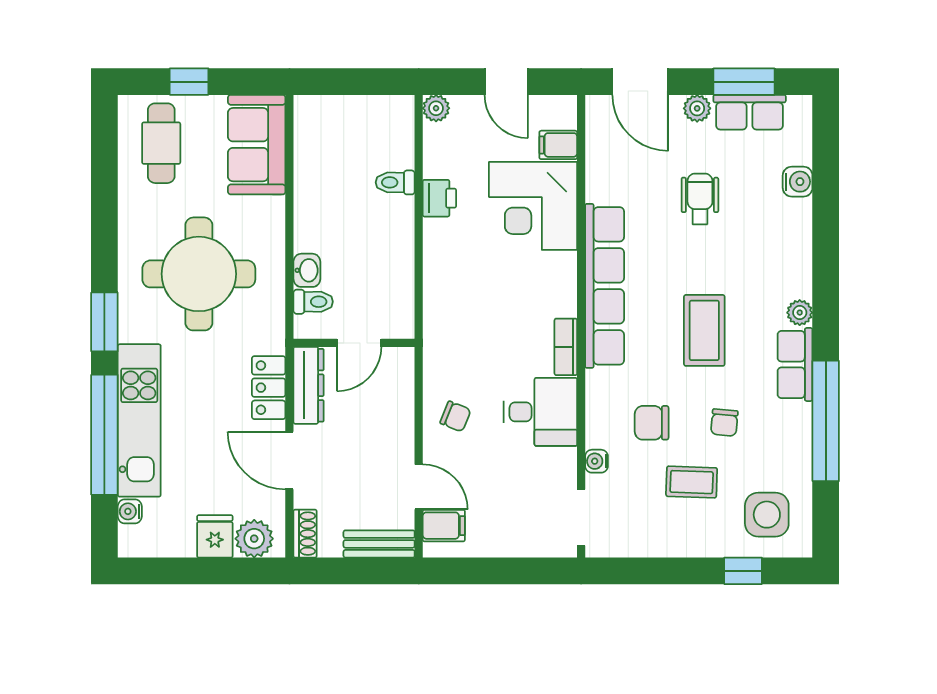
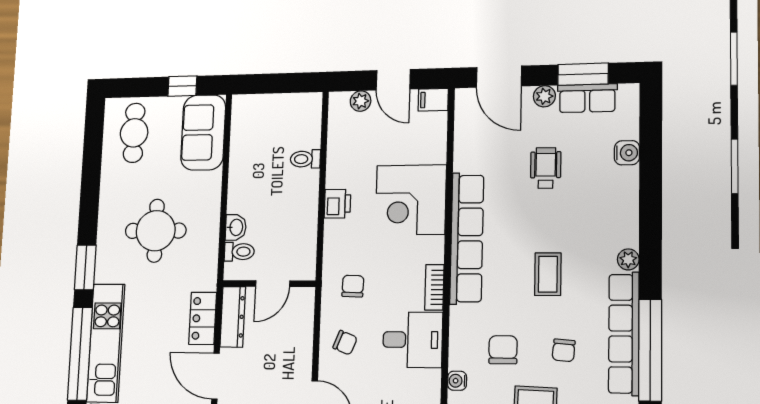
window: (189, 82) -> (182, 86), moved
plant: (436, 108) -> (361, 101), moved
filing cabinet: (558, 145) -> (433, 100), moved
printer: (439, 198) -> (337, 204), moved
corner desk: (533, 206) -> (411, 200), moved
round table: (199, 274) -> (156, 231), width x0.73, depth x0.73
coffee table: (704, 330) -> (548, 274), width x0.73, depth x0.77
chair: (463, 346) -> (353, 286), added
row of seats: (795, 364) -> (624, 334), width x2.02
chair: (652, 423) -> (503, 350), turned 90

